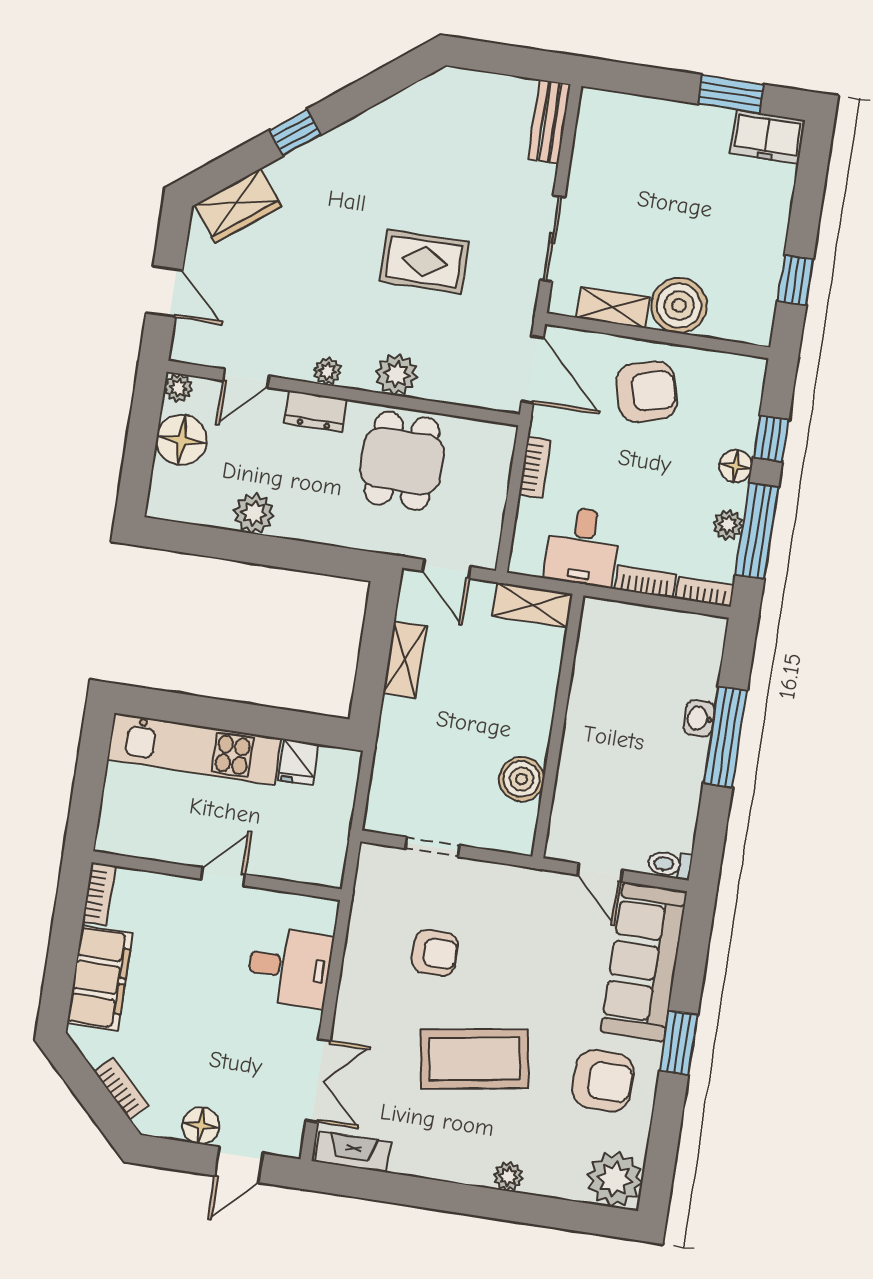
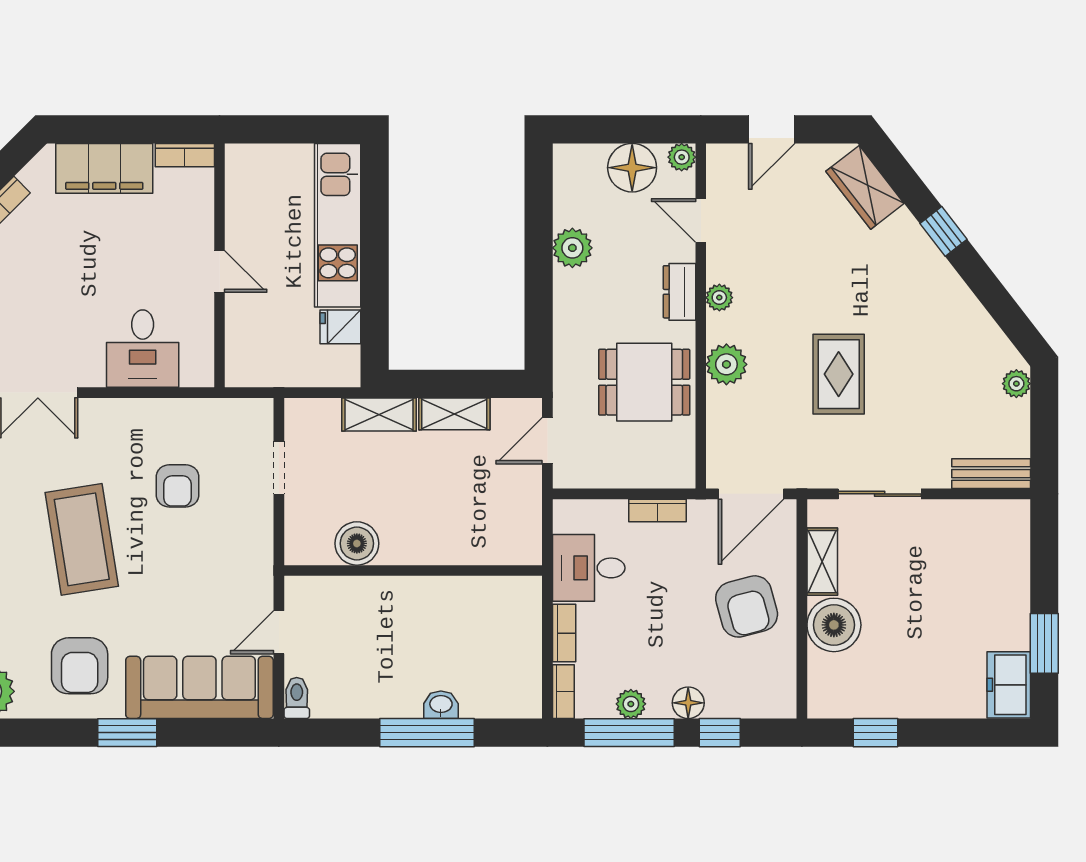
plant: (462, 82) -> (1016, 384), added
shelving: (532, 605) -> (379, 415), moved, turned 90

